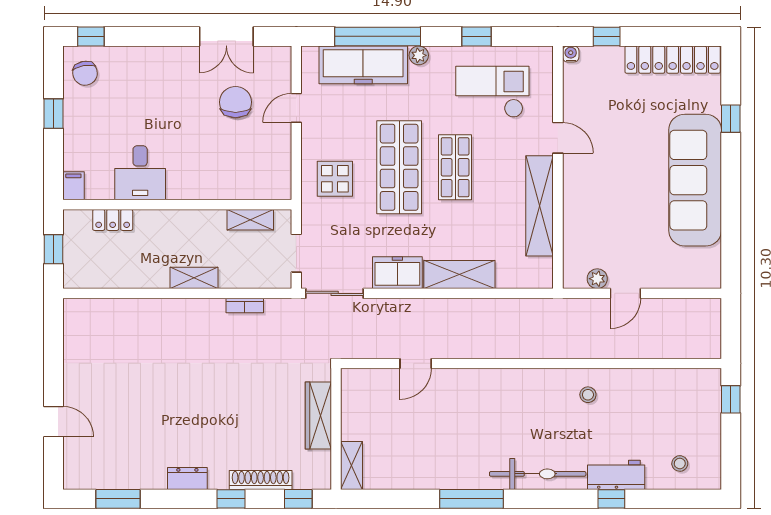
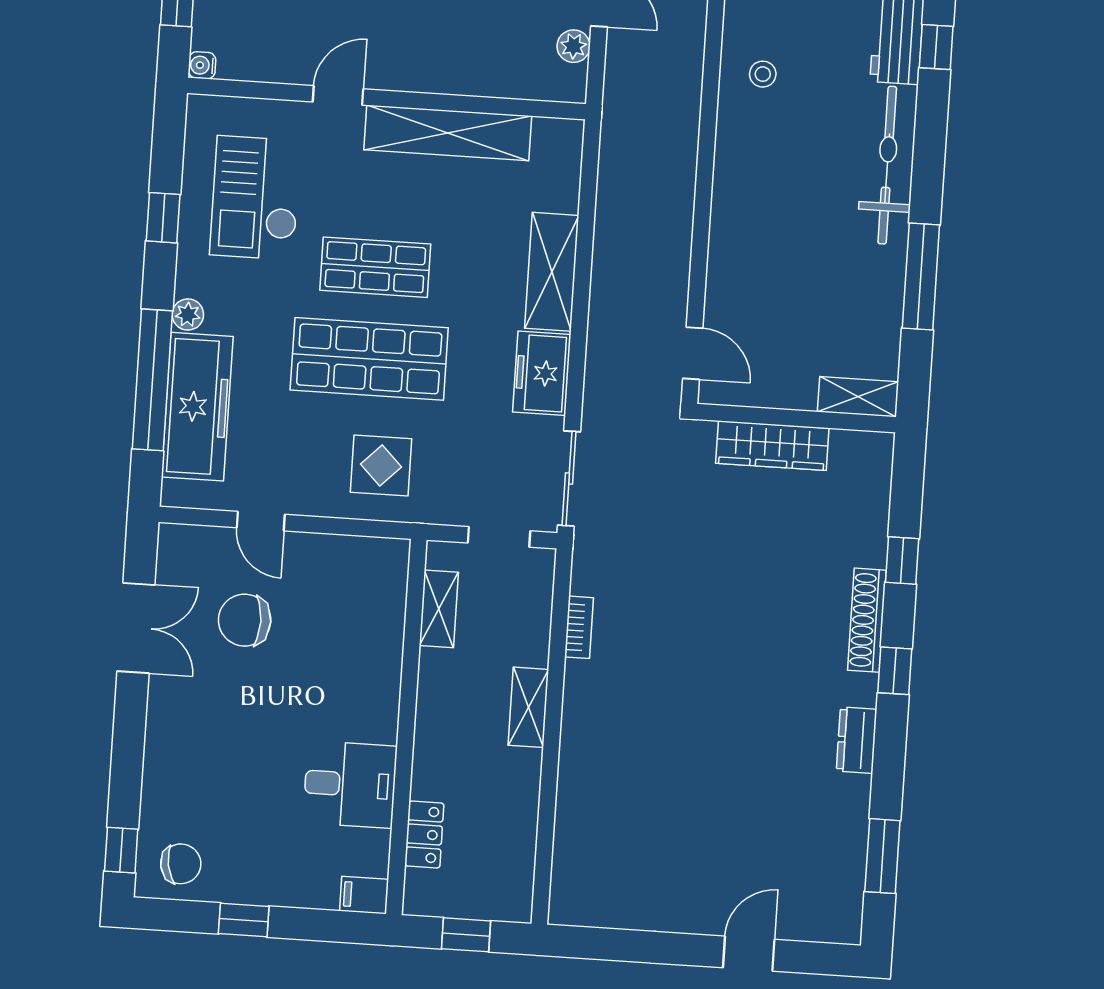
wardrobe: (318, 415) -> (772, 446), moved
wall: (336, 429) -> (796, 418), moved
shelving: (352, 466) -> (858, 397), moved

